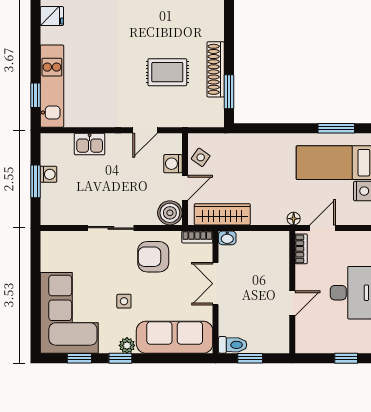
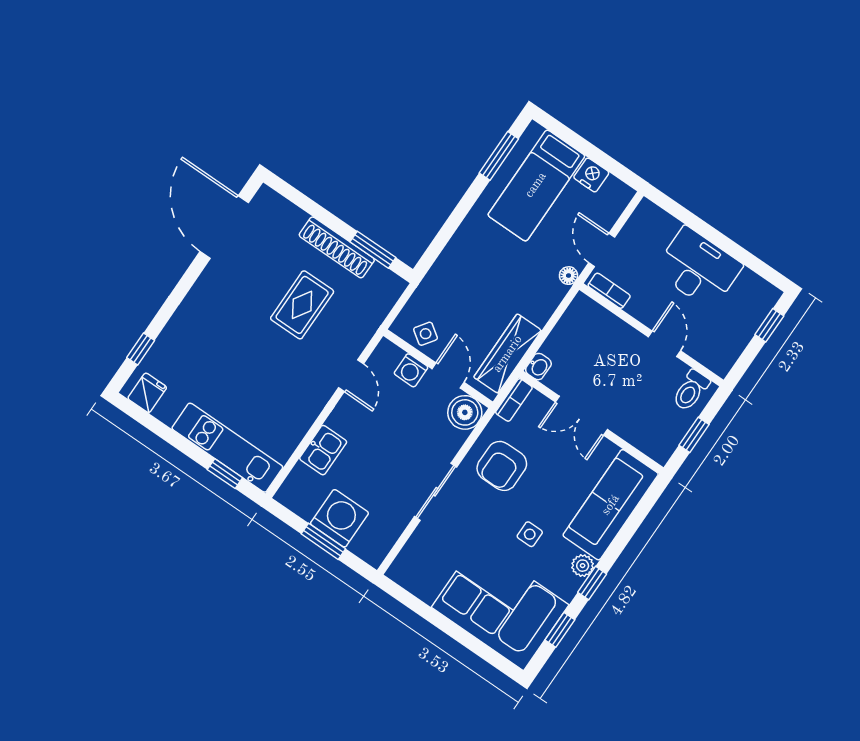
washing machine: (48, 174) -> (339, 518), width x1.89, depth x1.89
toilet: (233, 345) -> (691, 390), moved, turned 180

